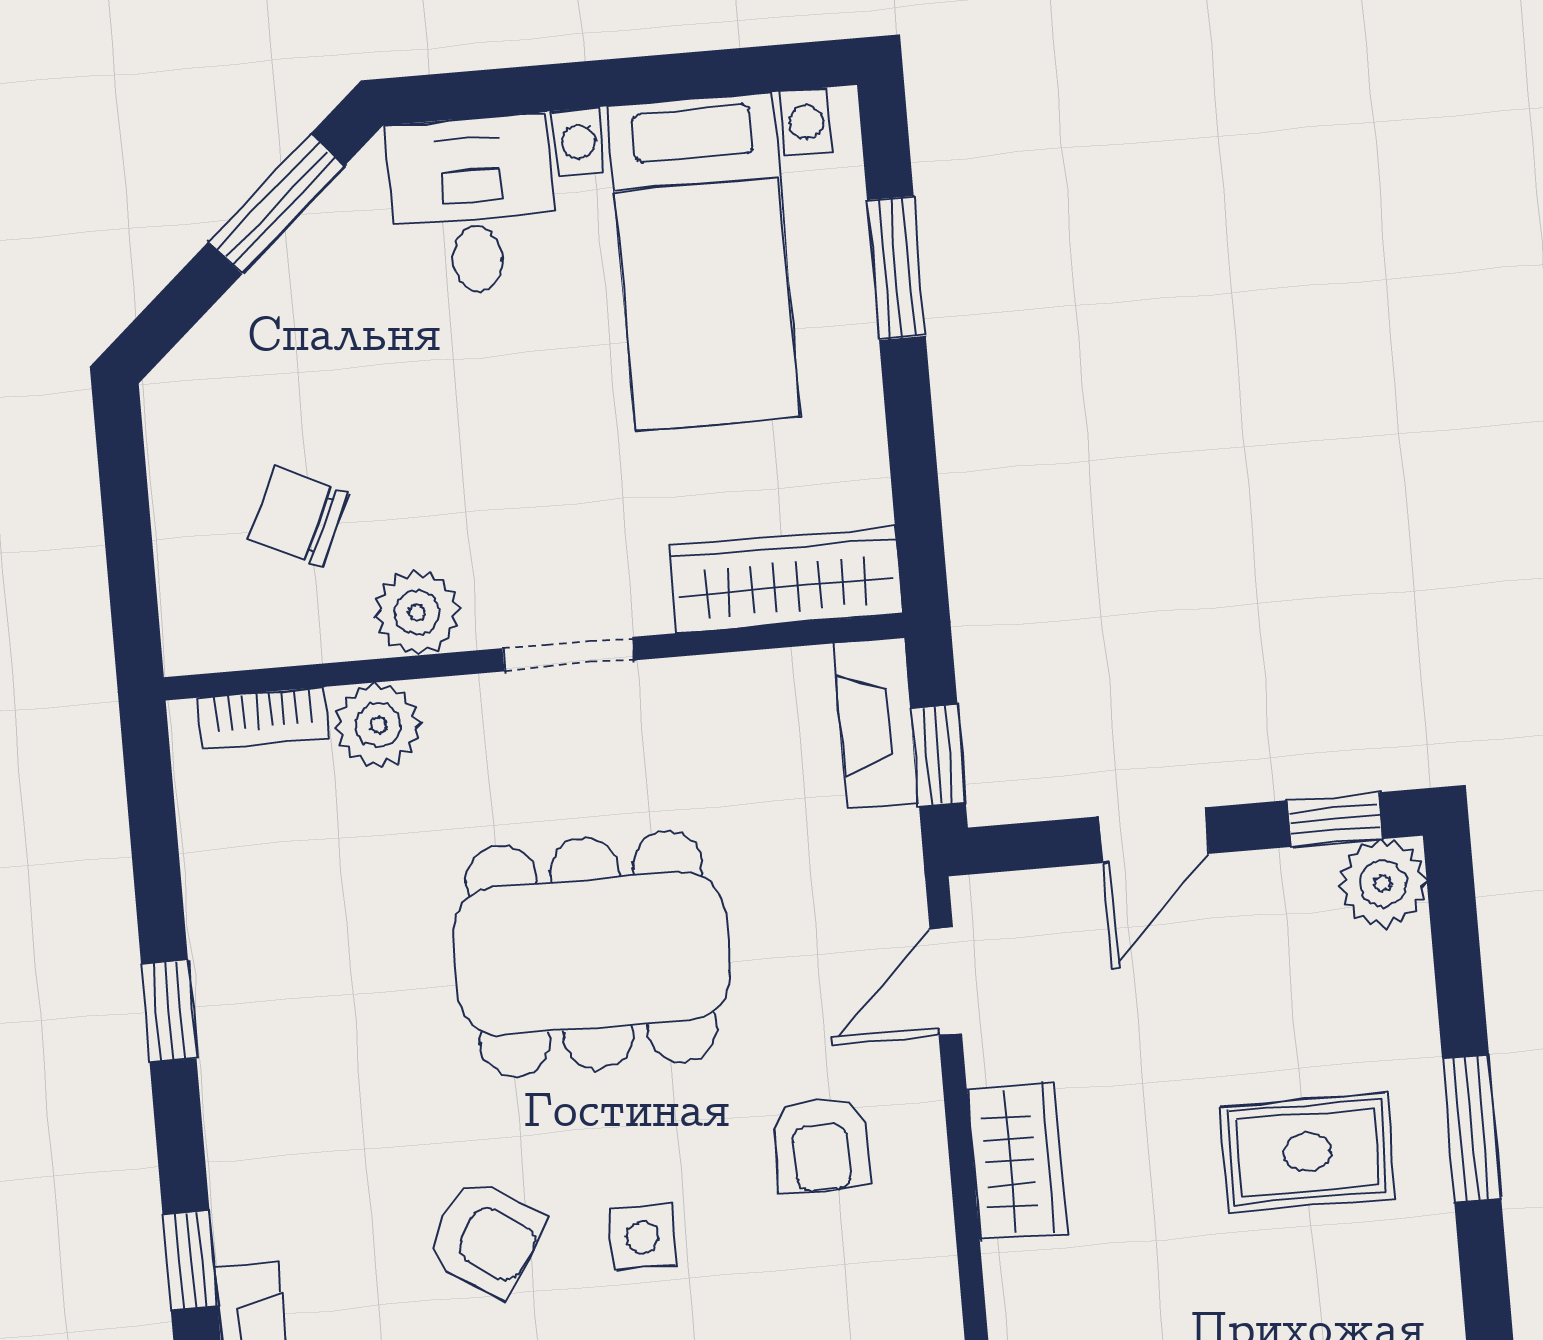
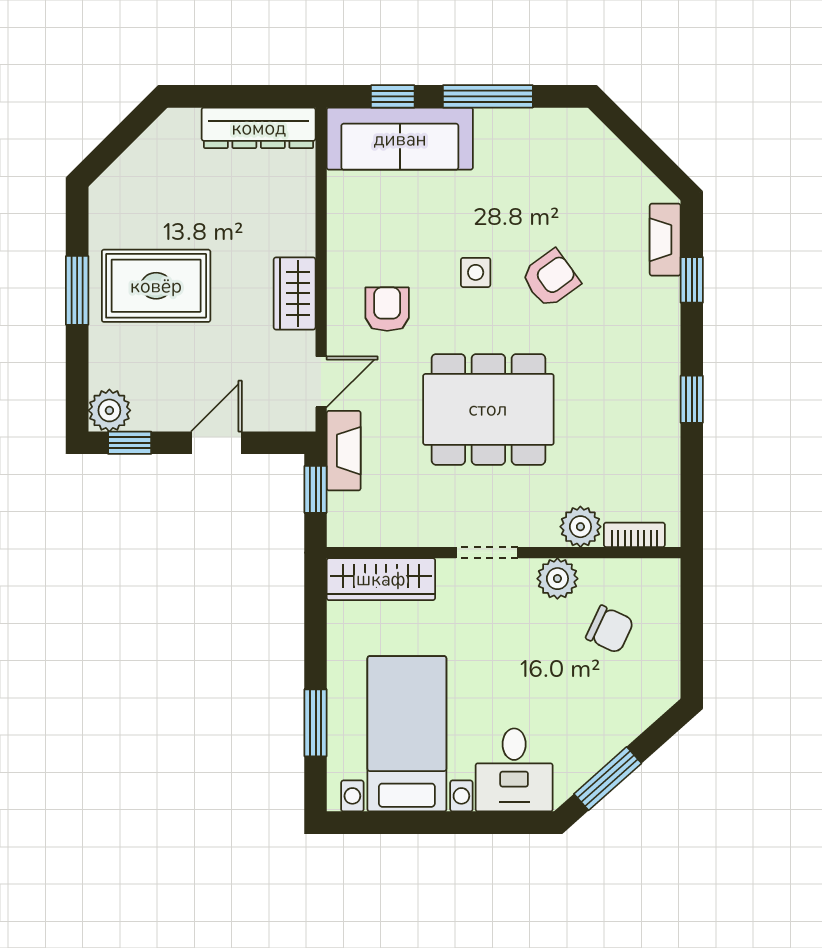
fireplace: (876, 723) -> (344, 451), moved
rug: (1308, 1152) -> (156, 286), width x1.36, depth x1.43
armchair: (485, 1238) -> (551, 279), turned 112

